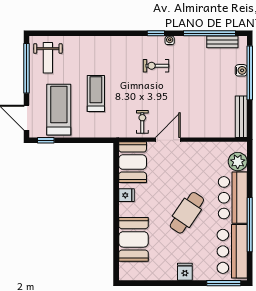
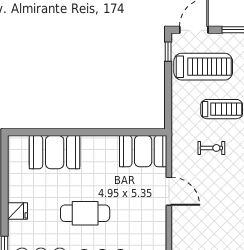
exercise bike: (142, 122) -> (211, 148), moved
fridge: (126, 195) -> (105, 144), removed
cafe table: (187, 213) -> (85, 213), turned -34

